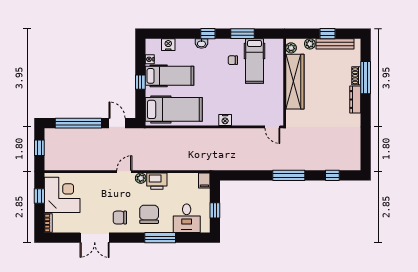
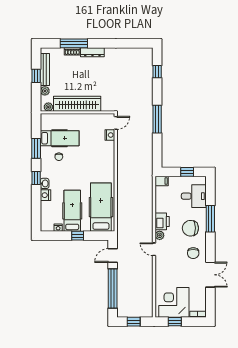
nightstand: (168, 45) -> (45, 195), moved
nightstand: (225, 120) -> (110, 135), moved
window: (289, 175) -> (157, 119), moved

